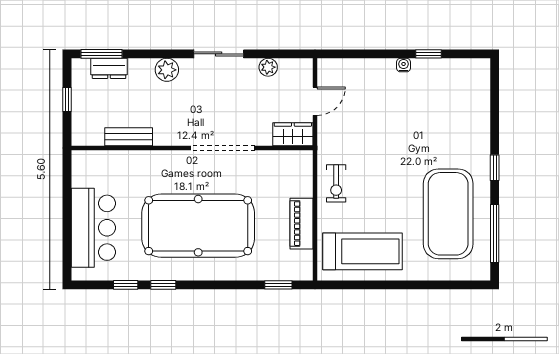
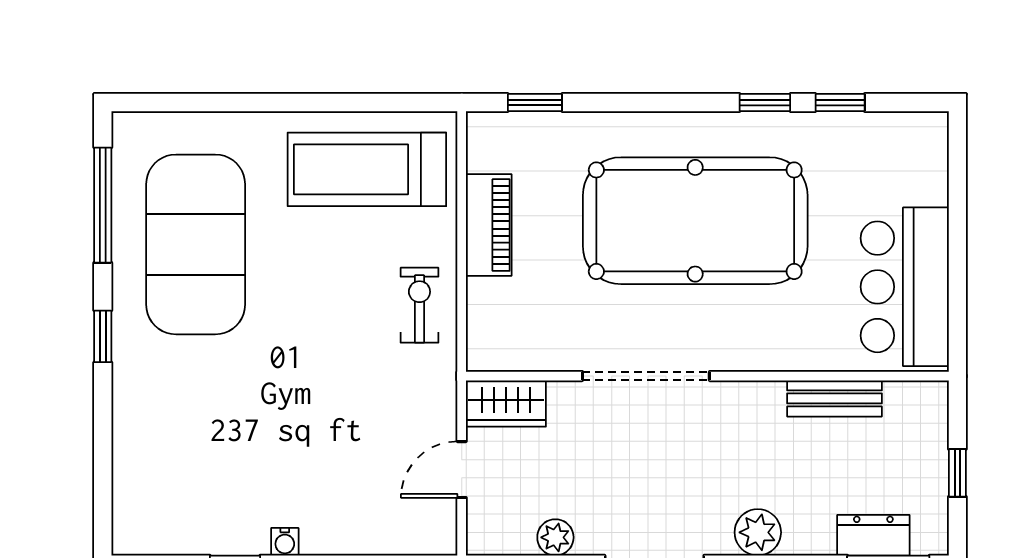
bar counter: (93, 228) -> (905, 287), moved

